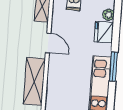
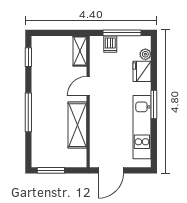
door: (48, 43) -> (88, 86), swing flipped

